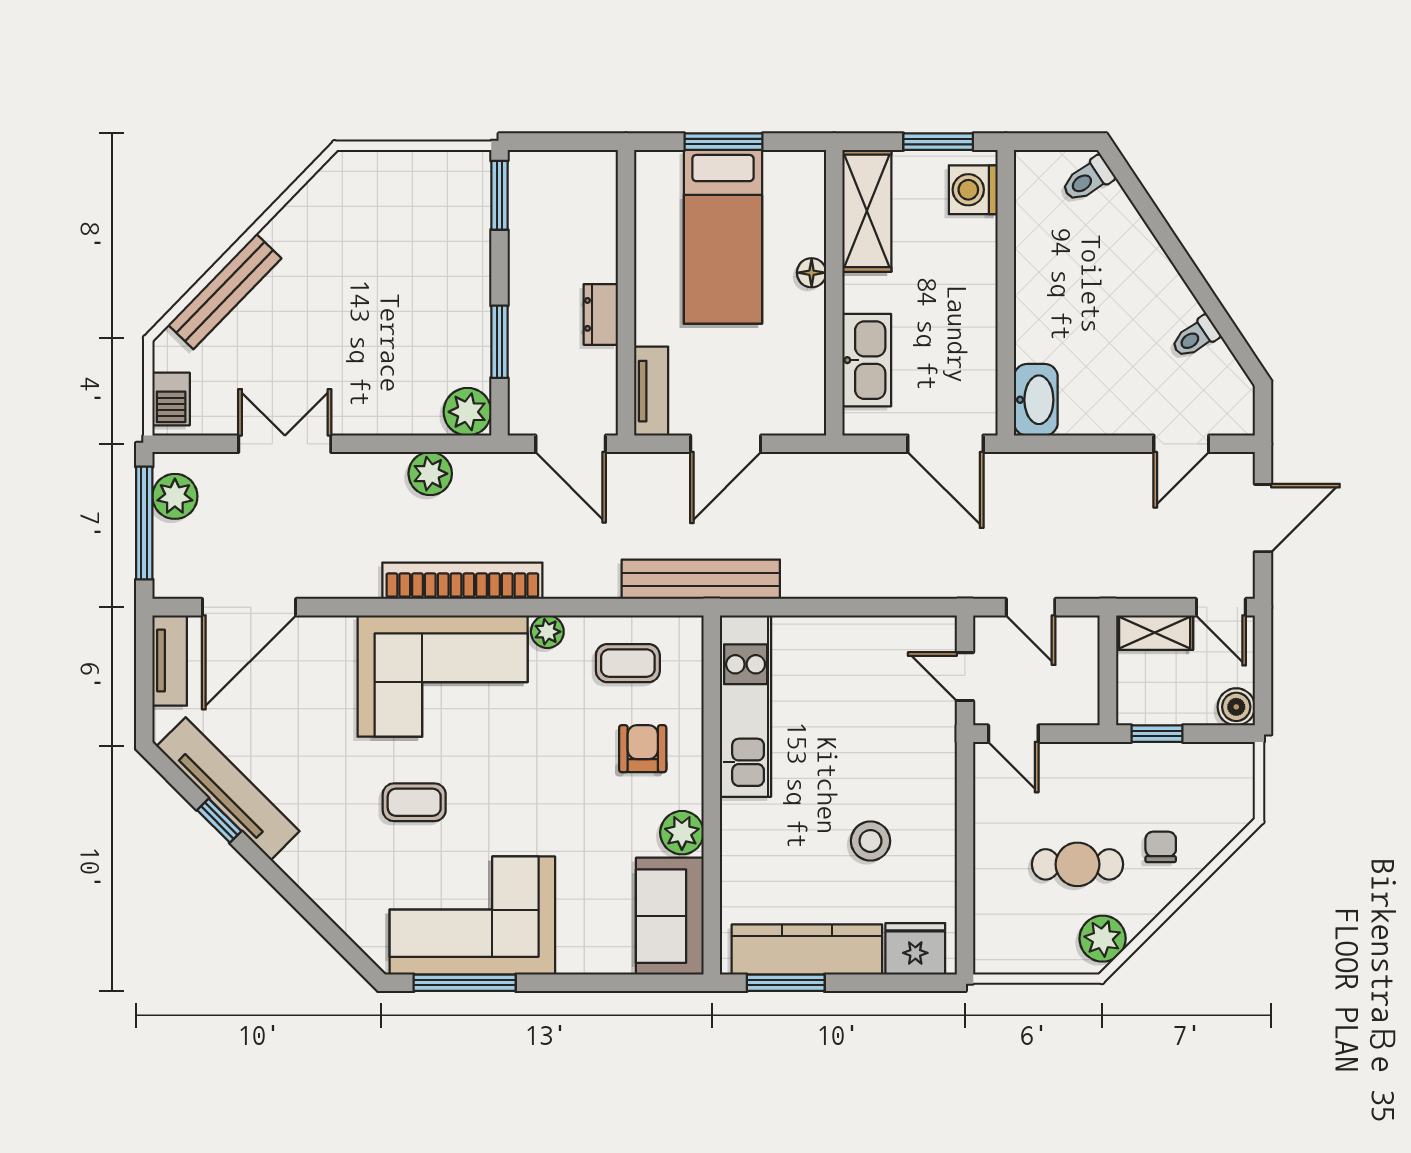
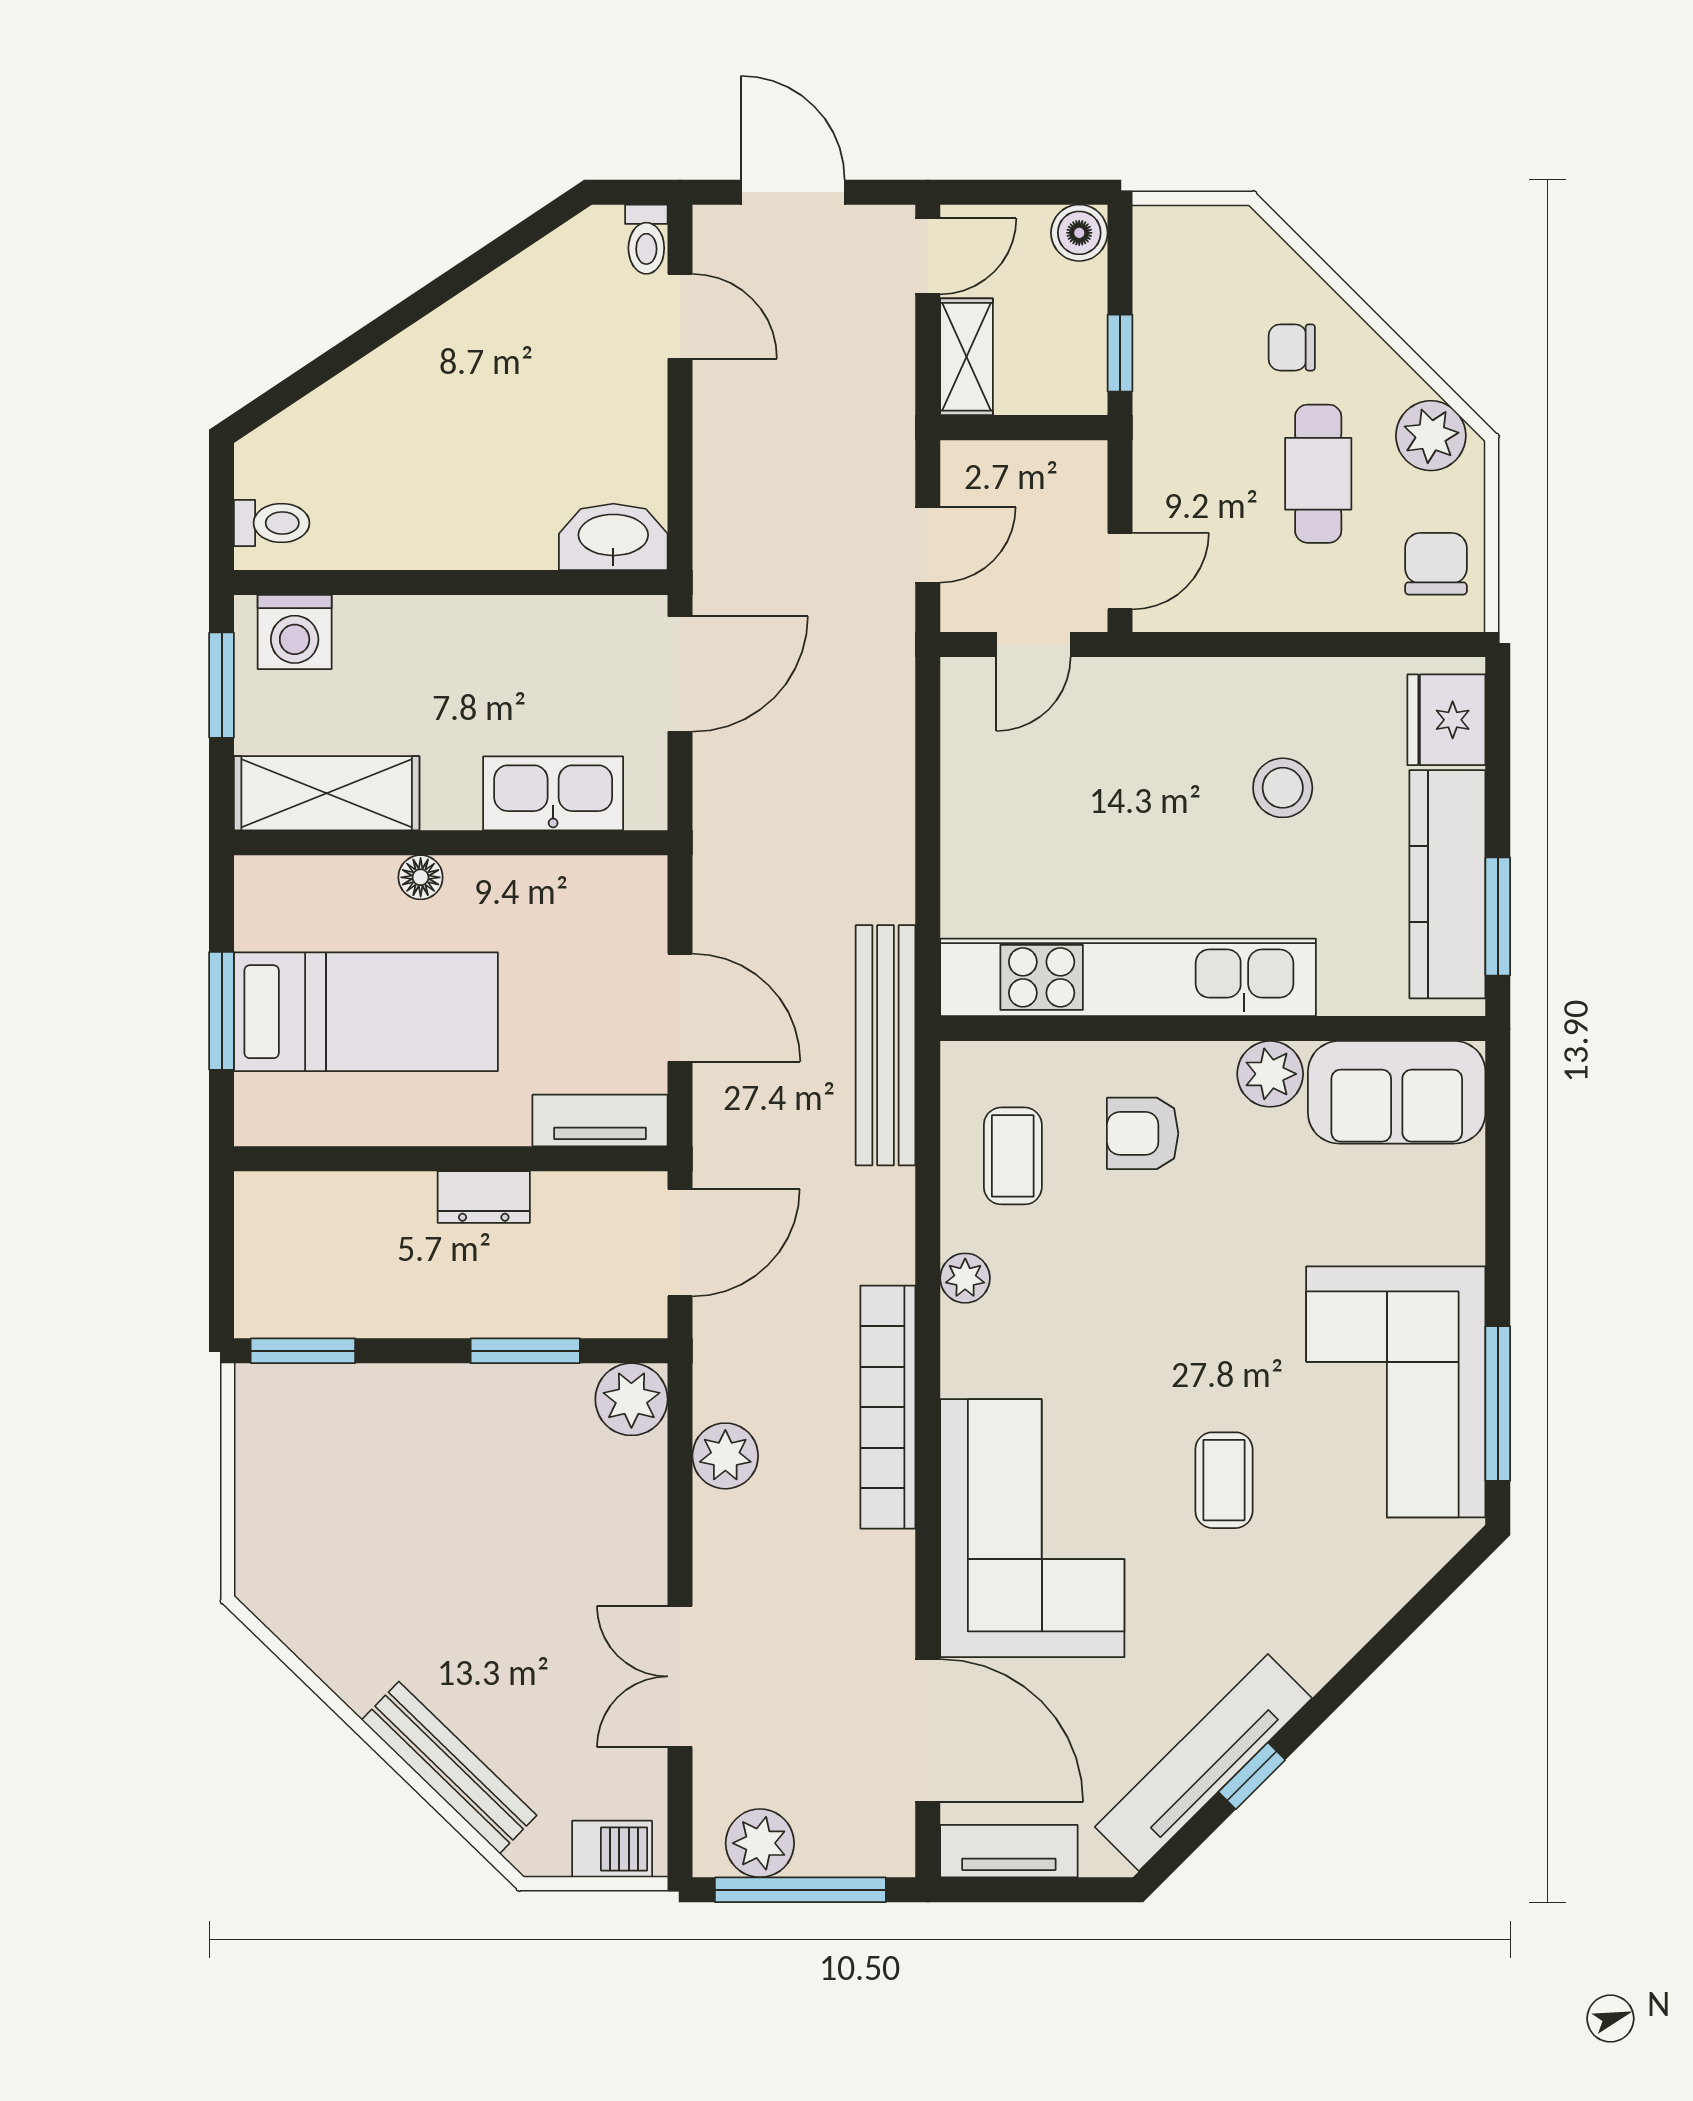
toilet: (1088, 179) -> (272, 523), moved, turned -56
toilet: (1195, 337) -> (646, 239), moved, turned 34
corner sofa: (443, 676) -> (1032, 1528), moved
kitchen unit: (746, 706) -> (1128, 977), width x1.36
chair: (1018, 942) -> (1436, 564), added

